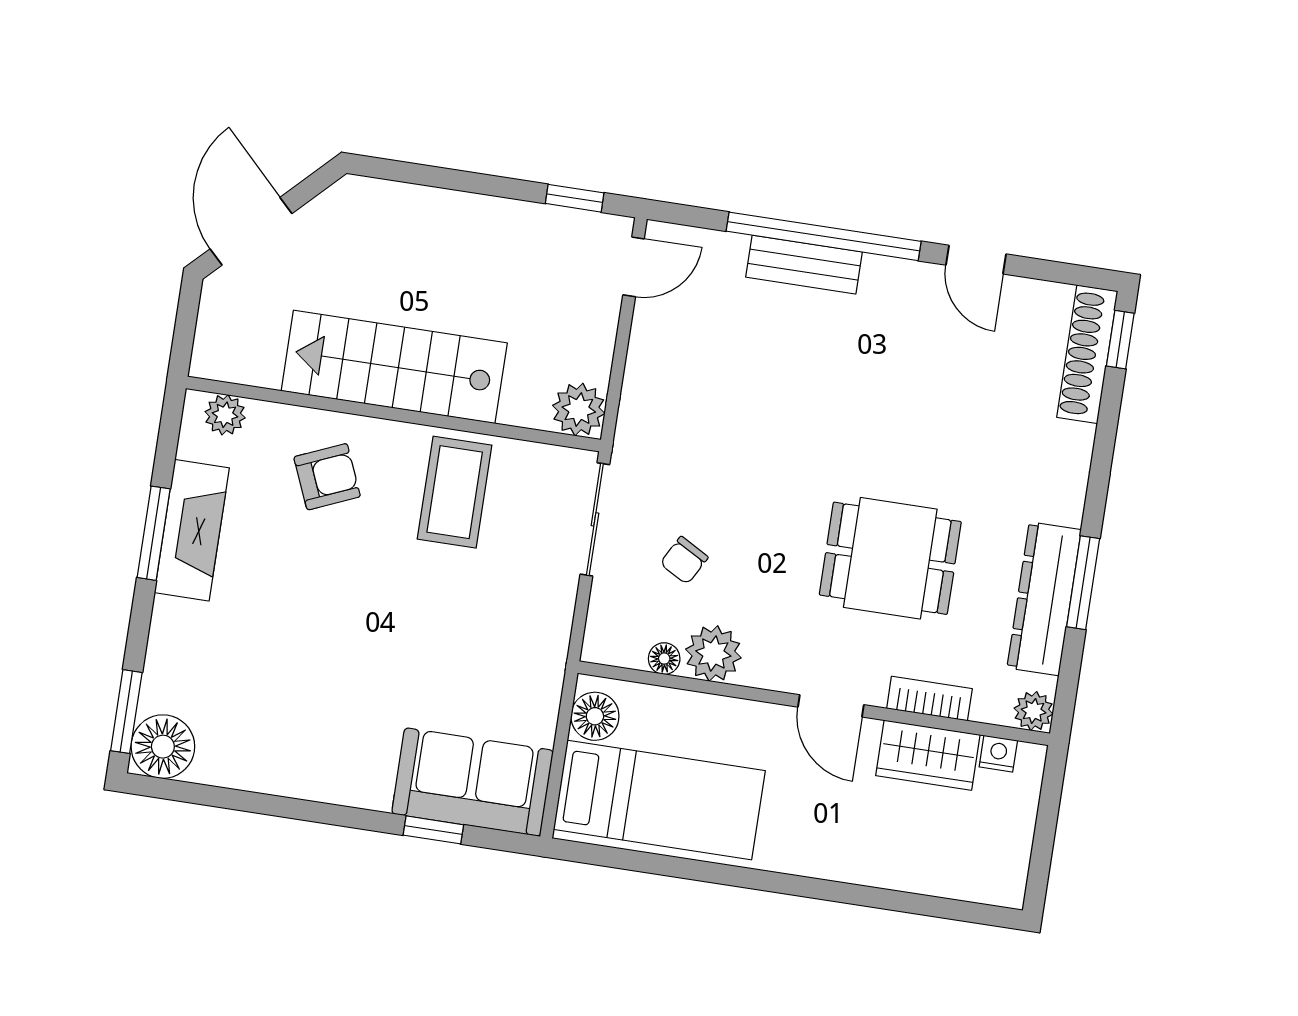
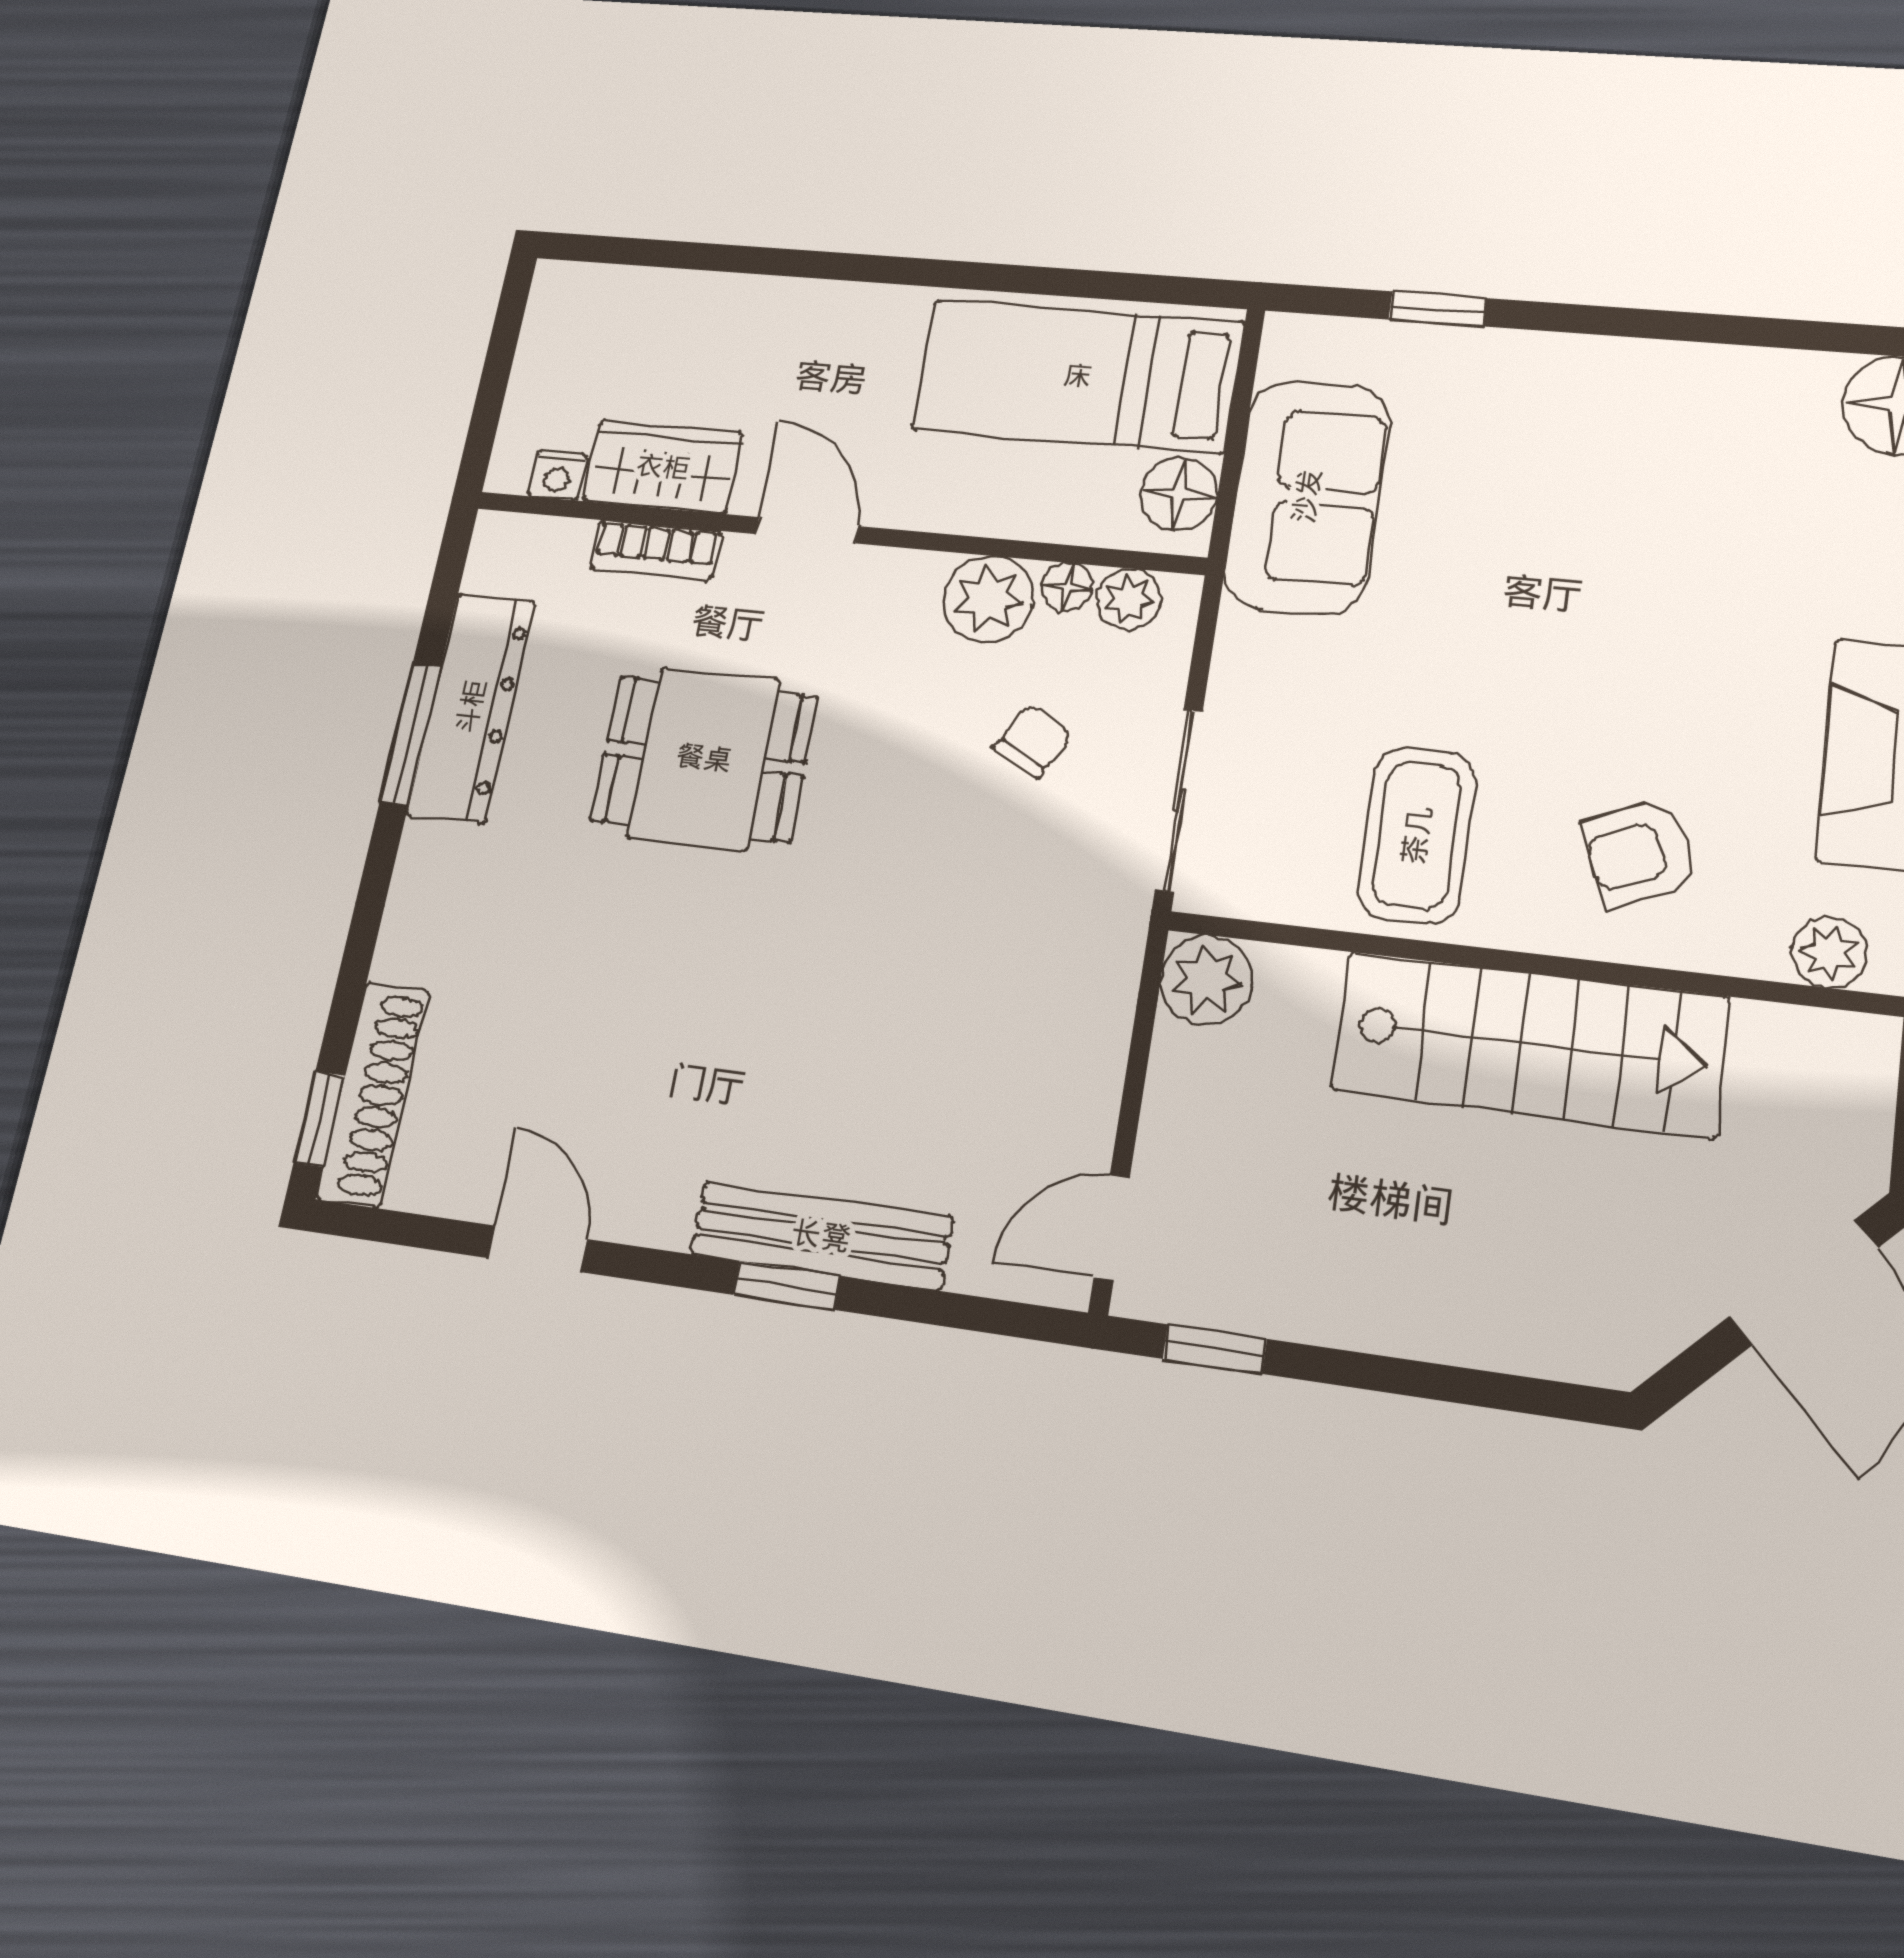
window: (824, 236) -> (787, 1286), width x0.32
bench: (804, 265) -> (821, 1236), width x1.36
plant: (1034, 711) -> (1129, 599), moved
sofa: (473, 782) -> (1307, 496), moved, turned -90

